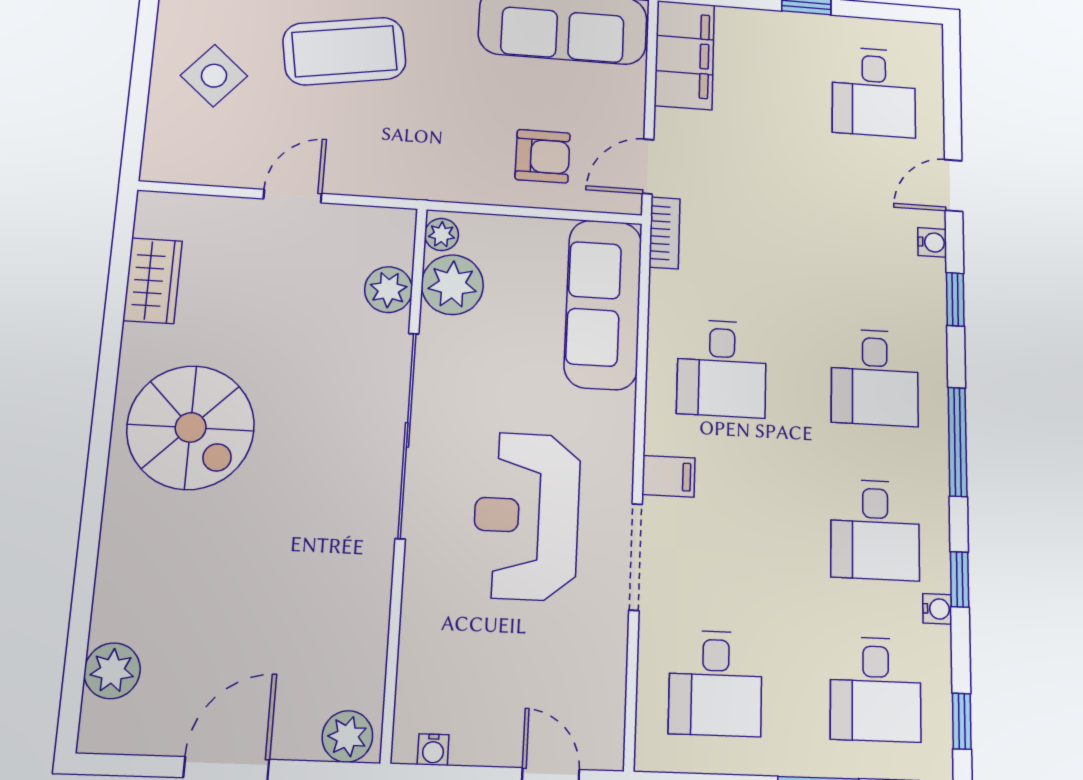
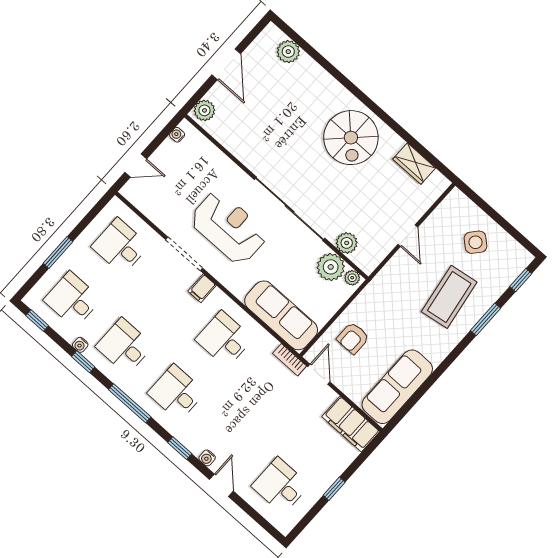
spiral stairs: (191, 427) -> (351, 138), turned -90

